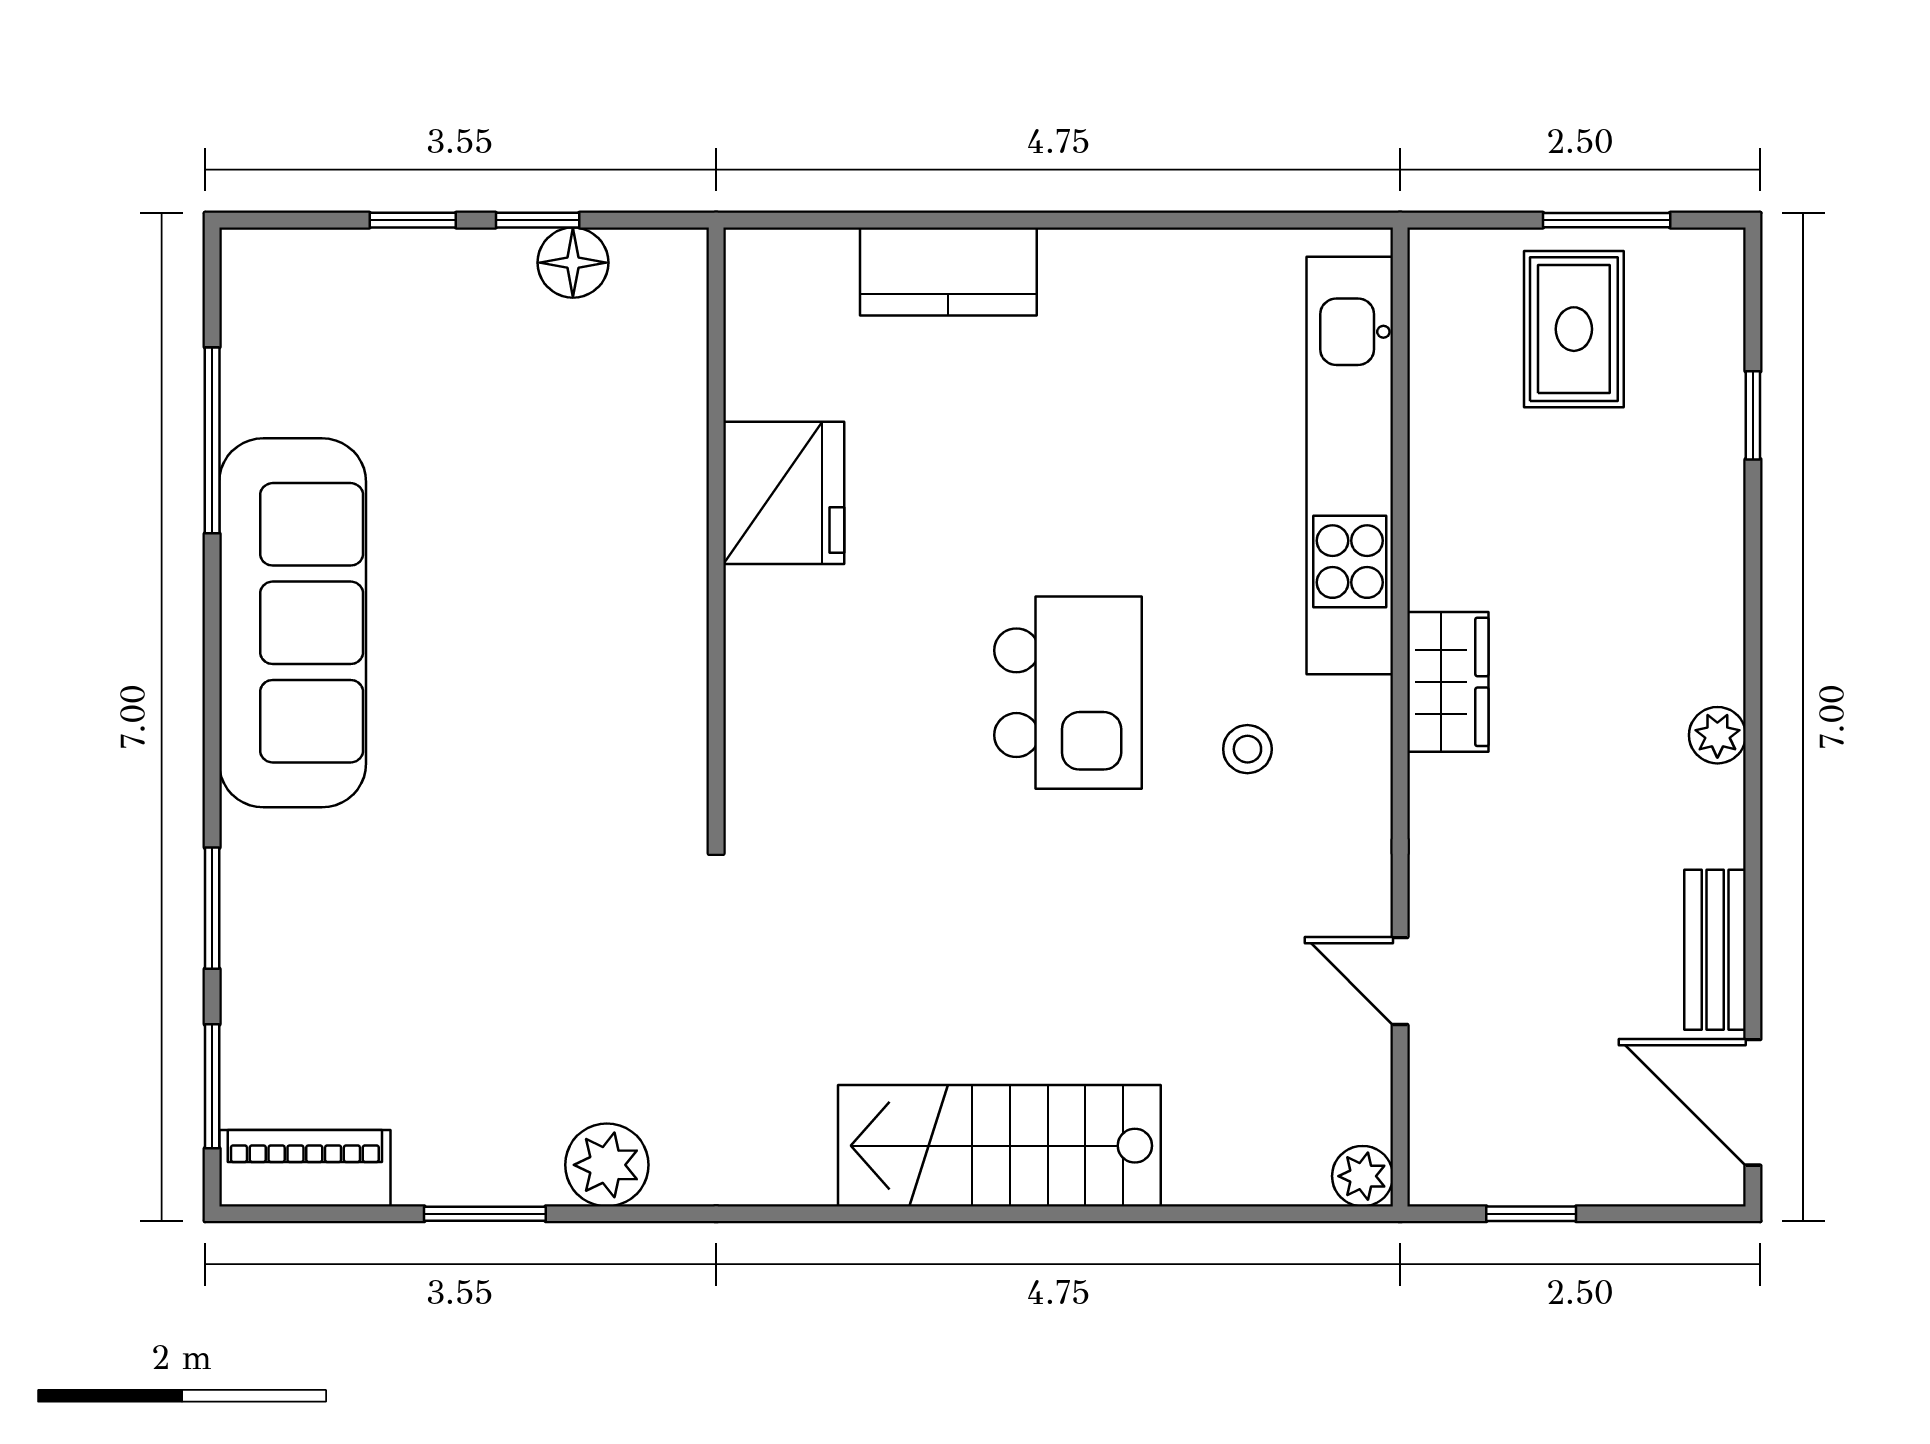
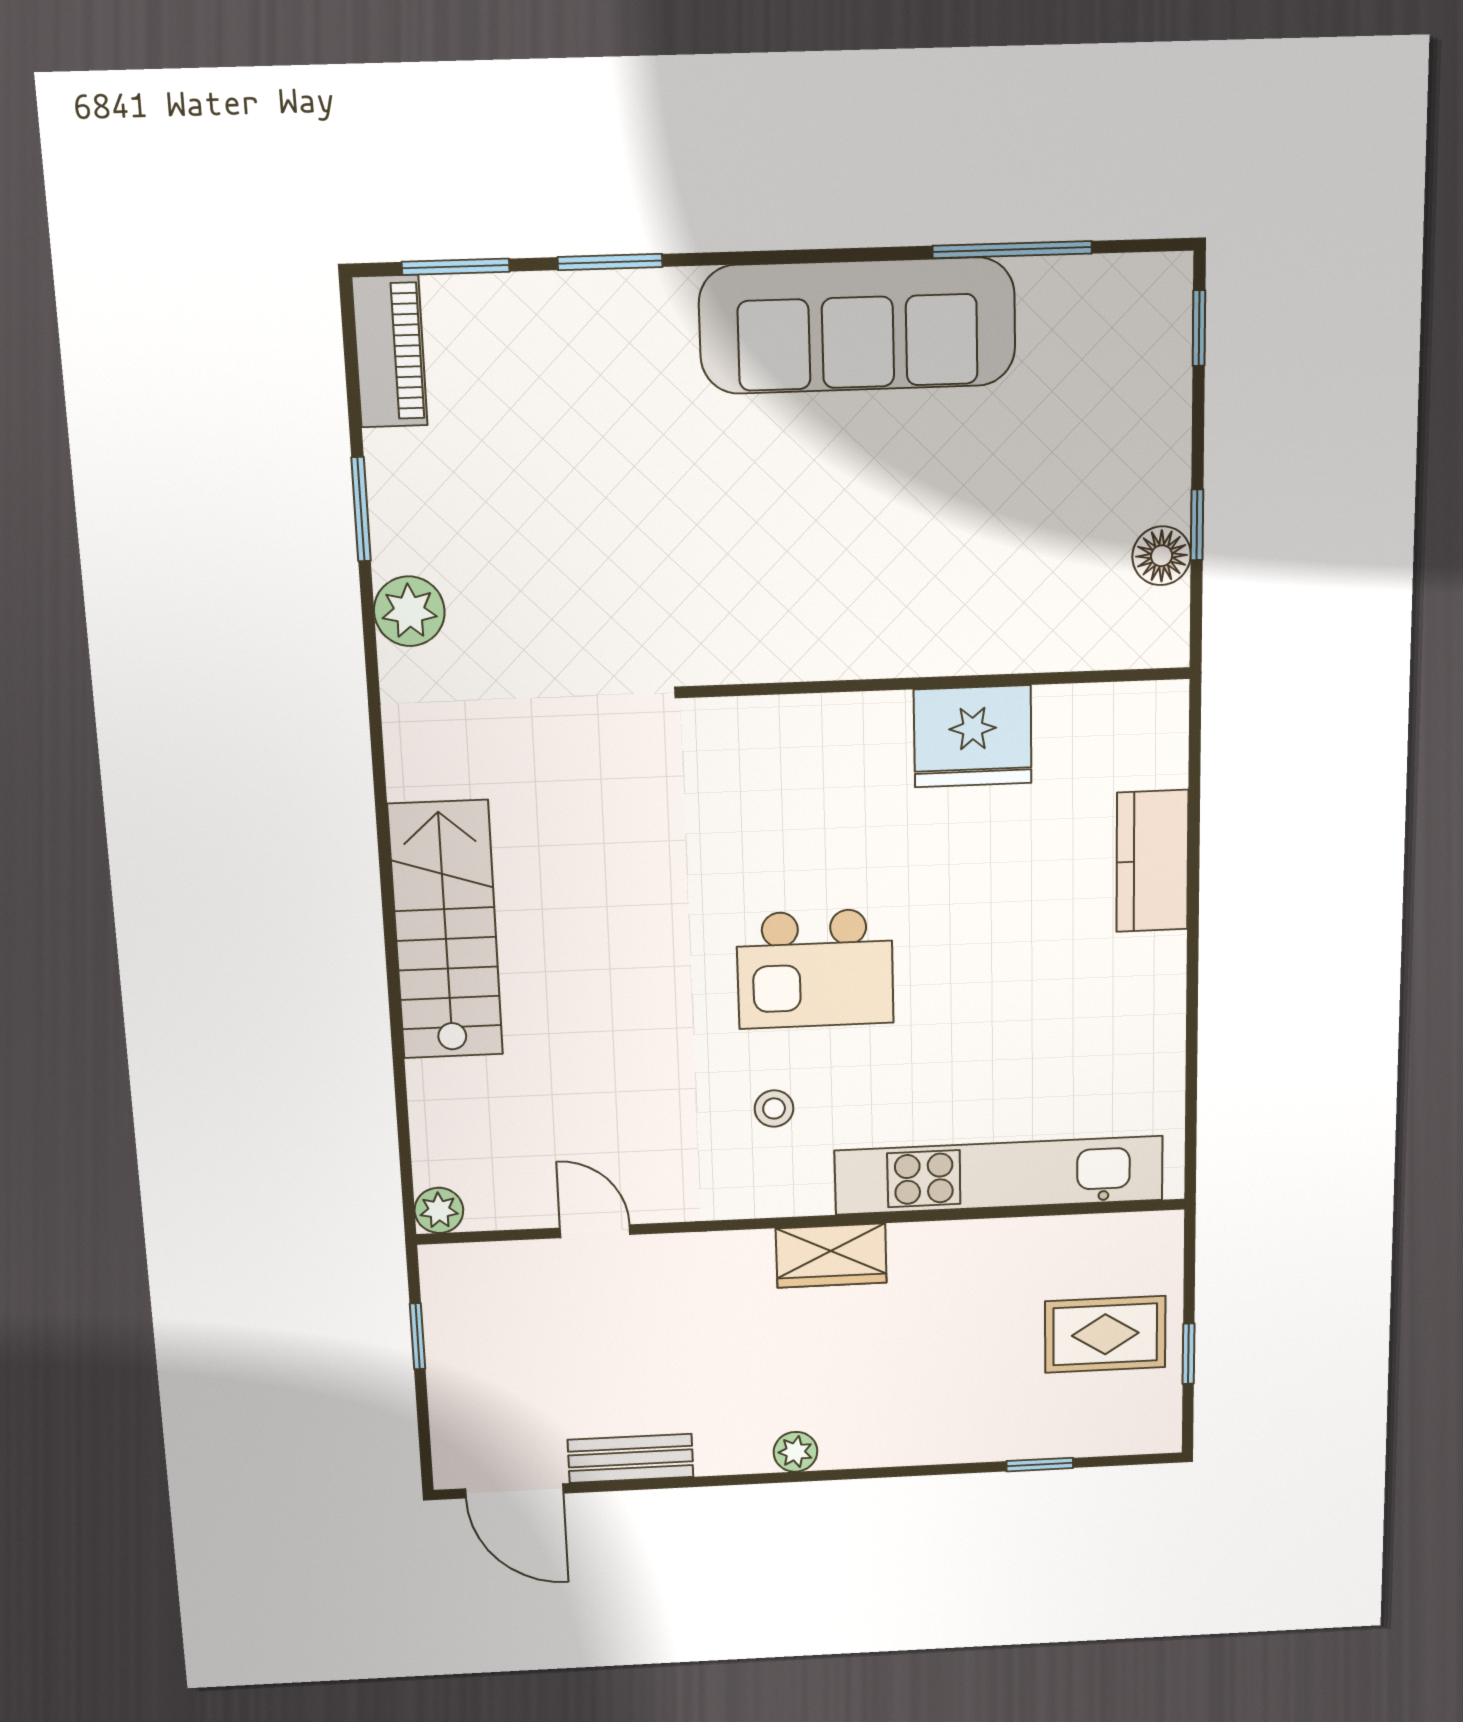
window: (413, 220) -> (1199, 328), moved
window: (1607, 220) -> (1188, 1354), width x0.67
door: (1400, 981) -> (595, 1231), hinge flipped
door: (1753, 1102) -> (514, 1491), swing flipped

